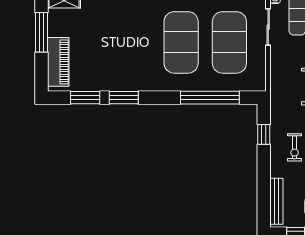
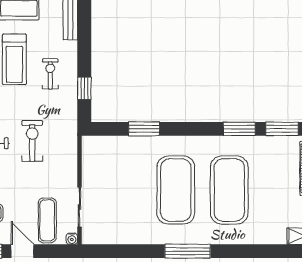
exercise mat: (229, 42) -> (229, 190), moved
window: (210, 98) -> (144, 129), width x0.47

